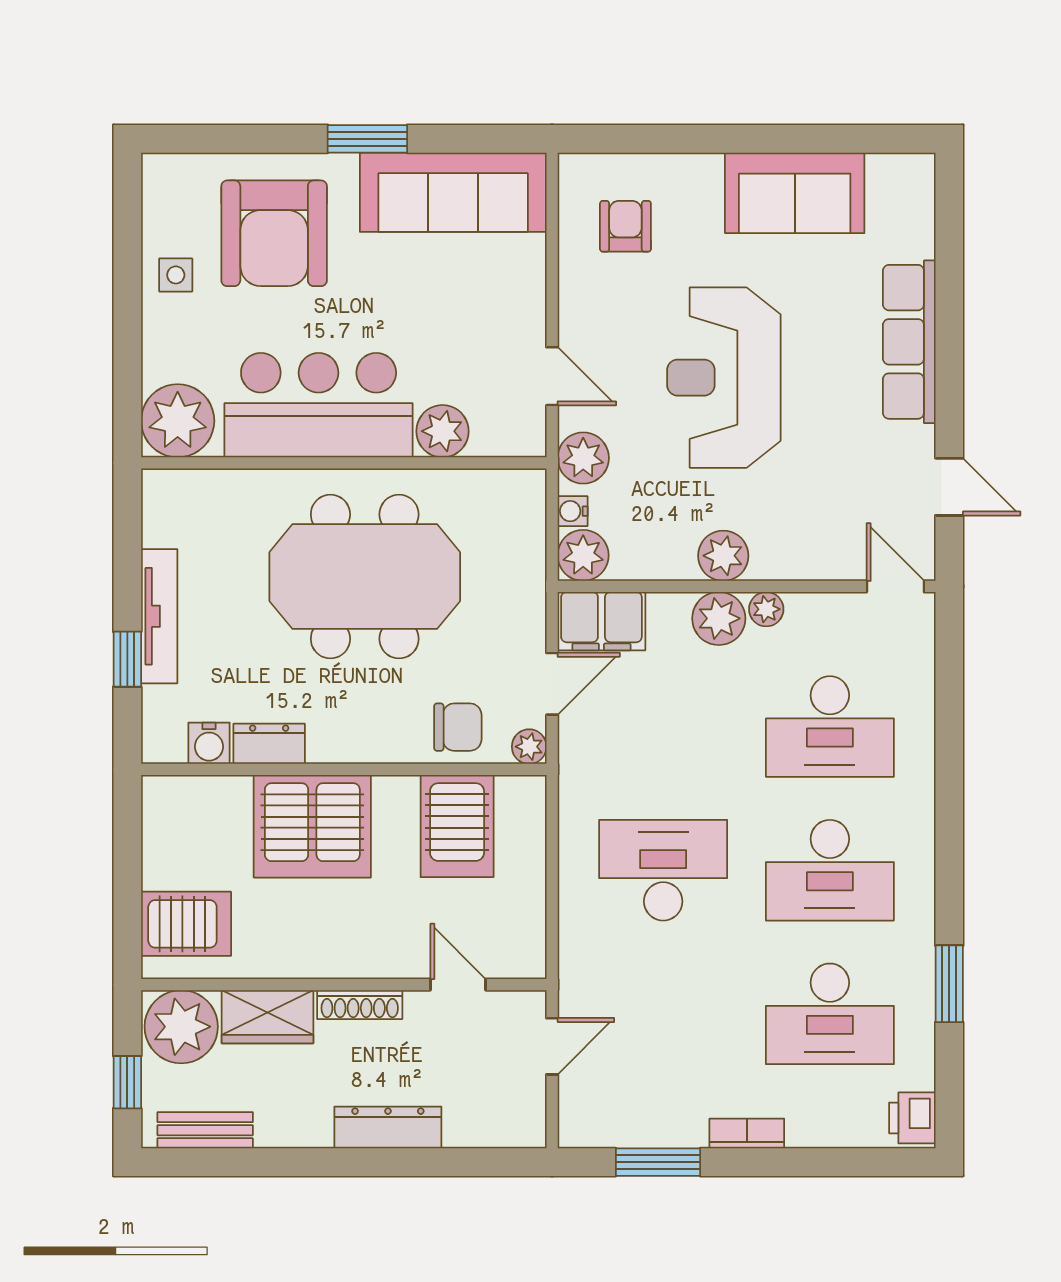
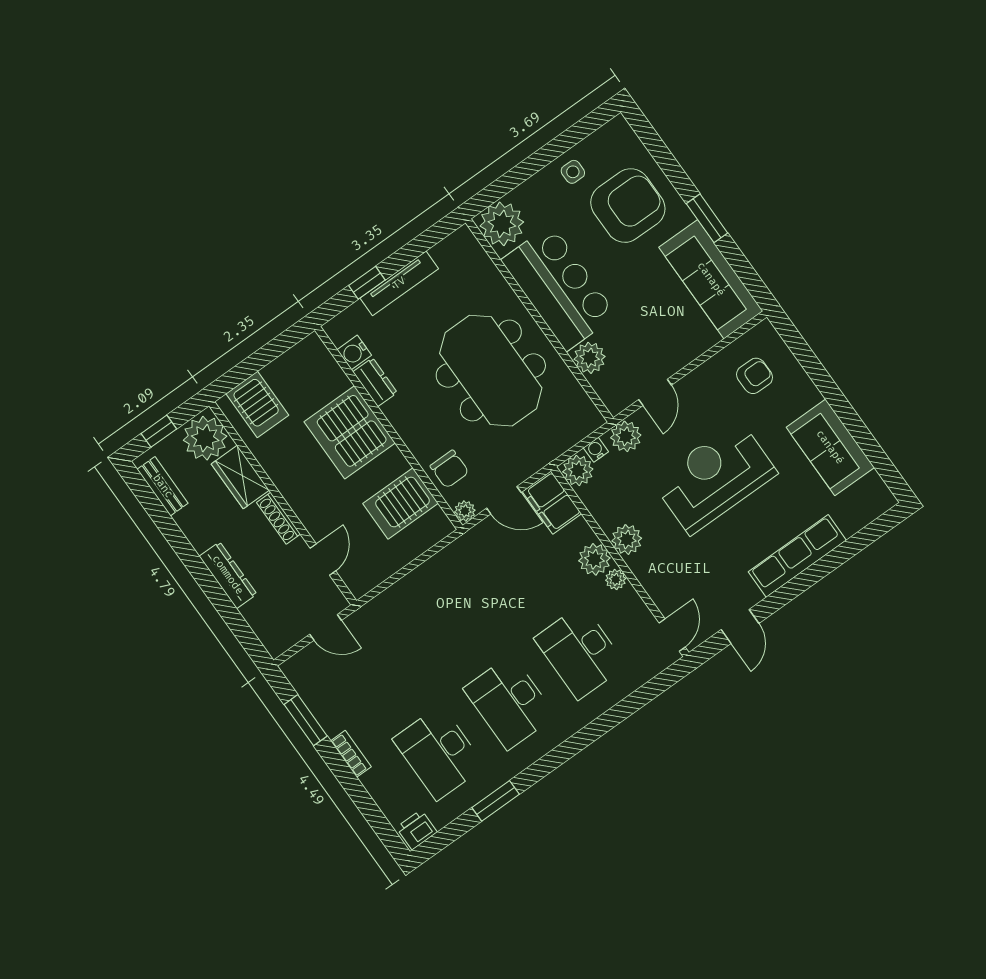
armchair: (274, 233) -> (628, 206), turned 180
desk: (663, 870) -> (451, 620), removed

